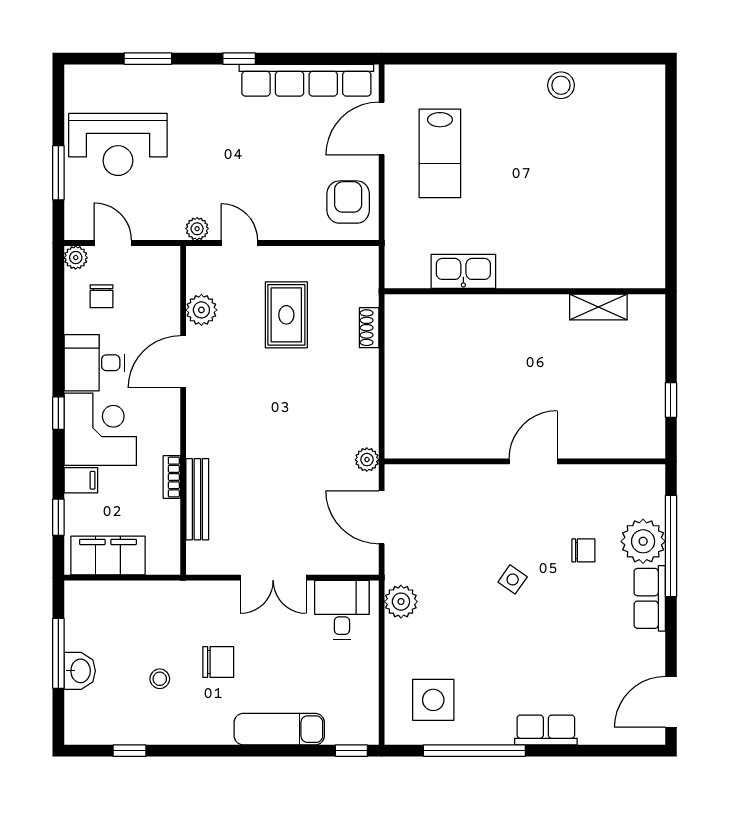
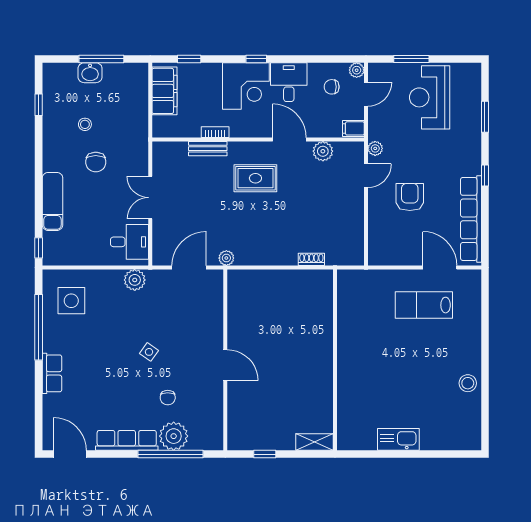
armchair: (348, 202) -> (410, 197), moved, turned -90
kitchen sink: (463, 271) -> (398, 439), moved, turned -90
shelving: (598, 307) -> (315, 442), moved, turned 90
rug: (286, 315) -> (255, 178), moved
filing cabinet: (81, 480) -> (353, 128), moved, turned 90
bench: (197, 499) -> (208, 149), width x0.73
row of seats: (650, 598) -> (127, 440), width x1.48

